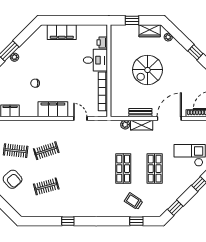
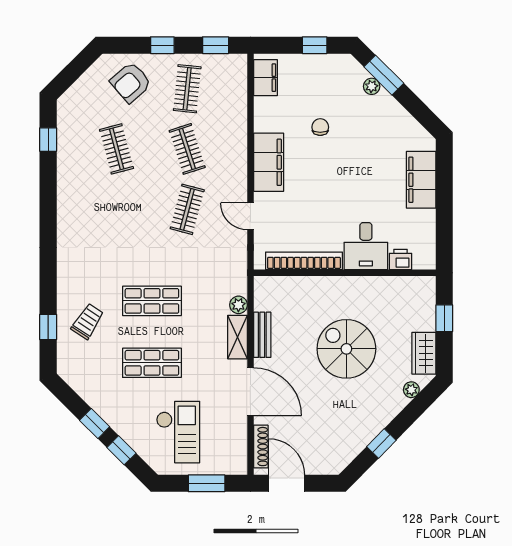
door: (80, 119) -> (250, 216), swing flipped
clothes rail: (77, 151) -> (187, 209), added
window: (175, 208) -> (95, 423), moved
window: (68, 221) -> (48, 140), moved

